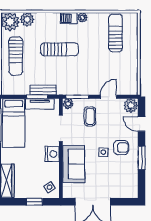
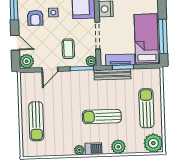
plant: (27, 19) -> (118, 147), moved
sun lounger: (116, 33) -> (36, 121), moved
bench: (43, 90) -> (112, 74), width x1.36
armchair: (121, 148) -> (35, 18), turned -90

